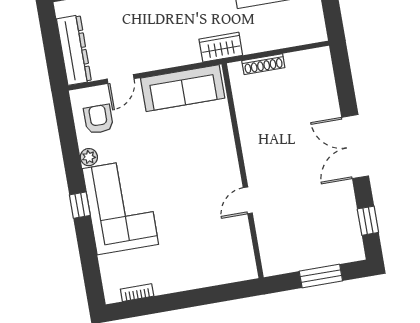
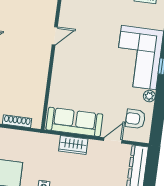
wardrobe: (221, 47) -> (73, 145), moved
armchair: (98, 119) -> (135, 119), turned 90

